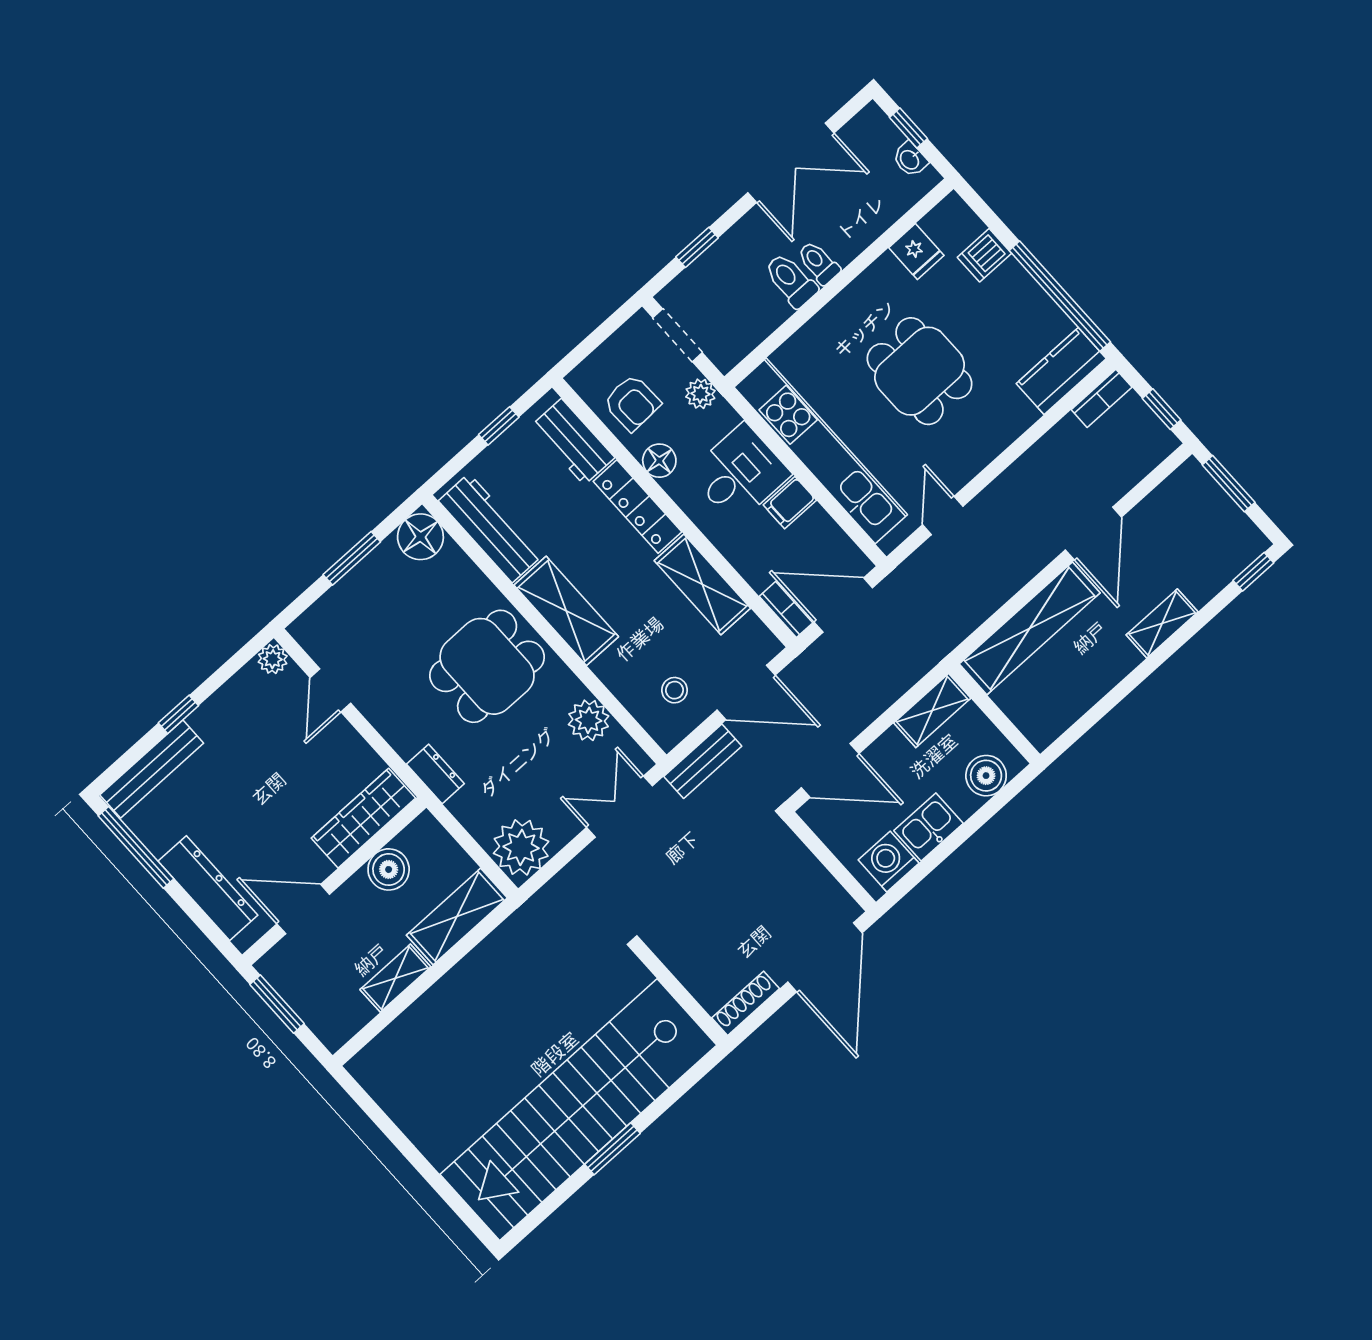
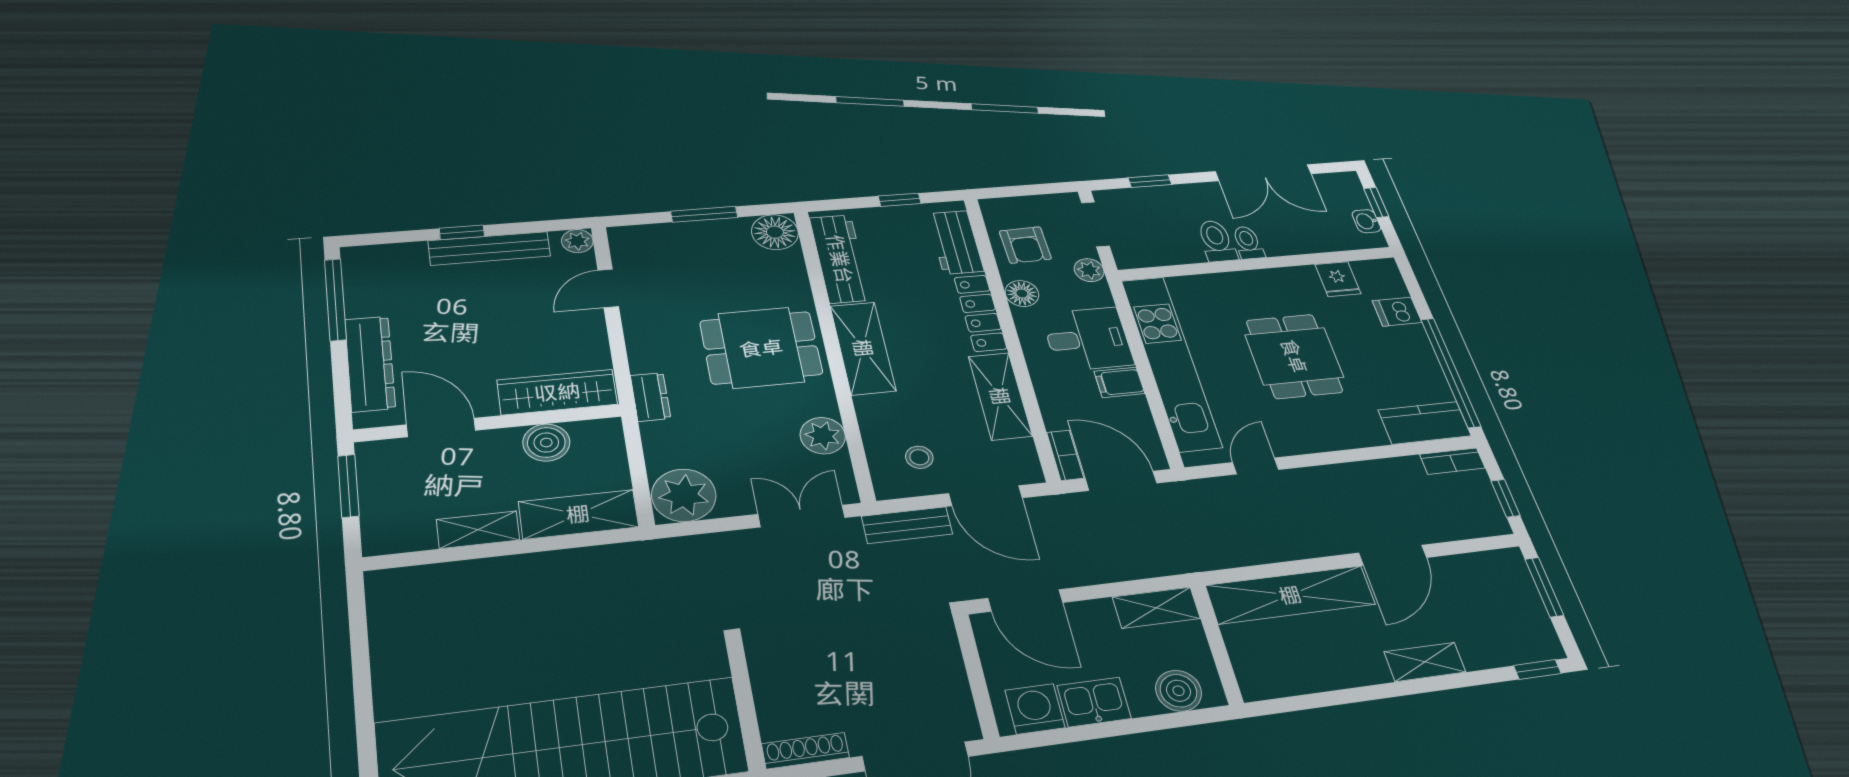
bench: (152, 769) -> (489, 248), moved

